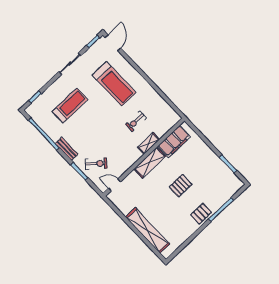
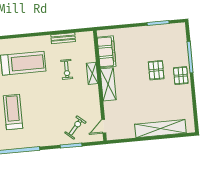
bench: (67, 149) -> (63, 38), moved
pallet: (181, 186) -> (156, 70), moved

